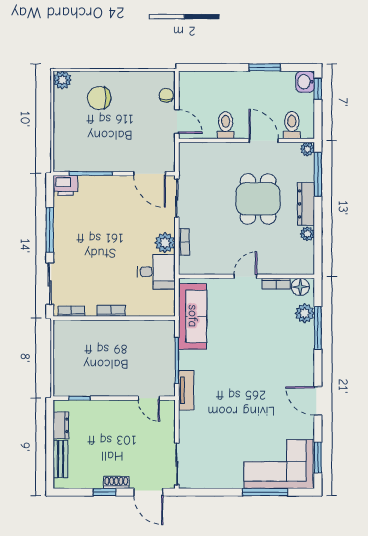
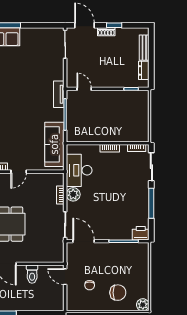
chair: (166, 95) -> (90, 285), moved
desk: (156, 272) -> (79, 170), width x1.37

